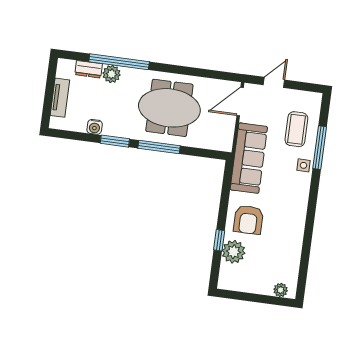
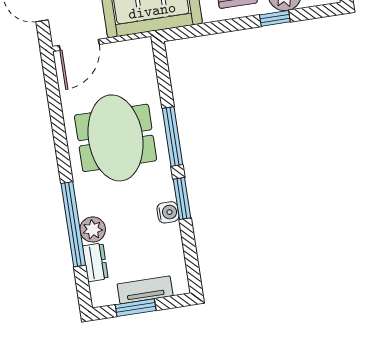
window: (50, 88) -> (136, 308), added
door: (240, 102) -> (79, 45), hinge flipped
water cooler: (95, 127) -> (168, 212), moved

